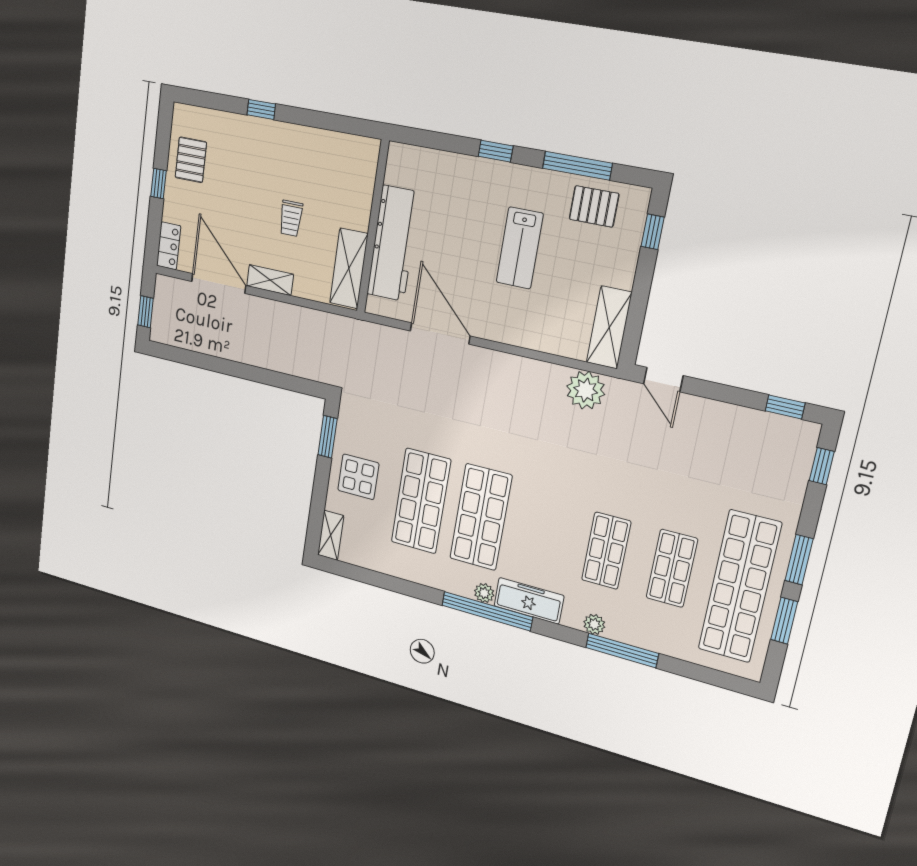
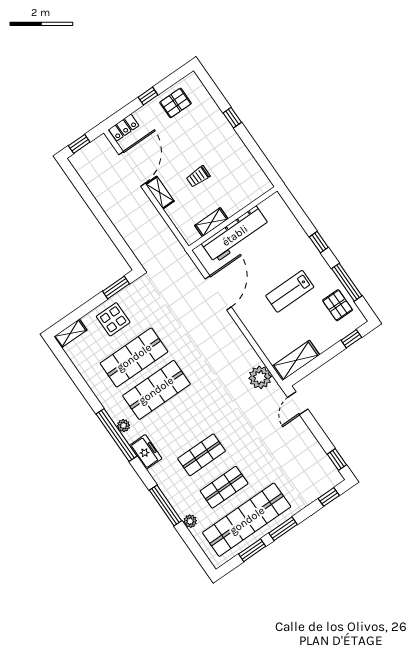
shelving: (349, 268) -> (211, 222), width x0.67, depth x0.75
freezer: (529, 601) -> (146, 452), width x0.71
plant: (594, 624) -> (190, 521), moved

